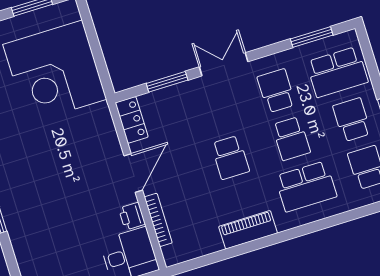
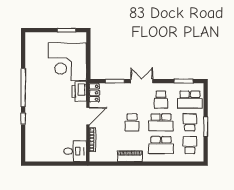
school desk: (276, 91) -> (161, 100), turned 180
school desk: (291, 139) -> (161, 122), width x1.85
printer: (132, 216) -> (79, 91), moved, width x1.87, depth x1.48

